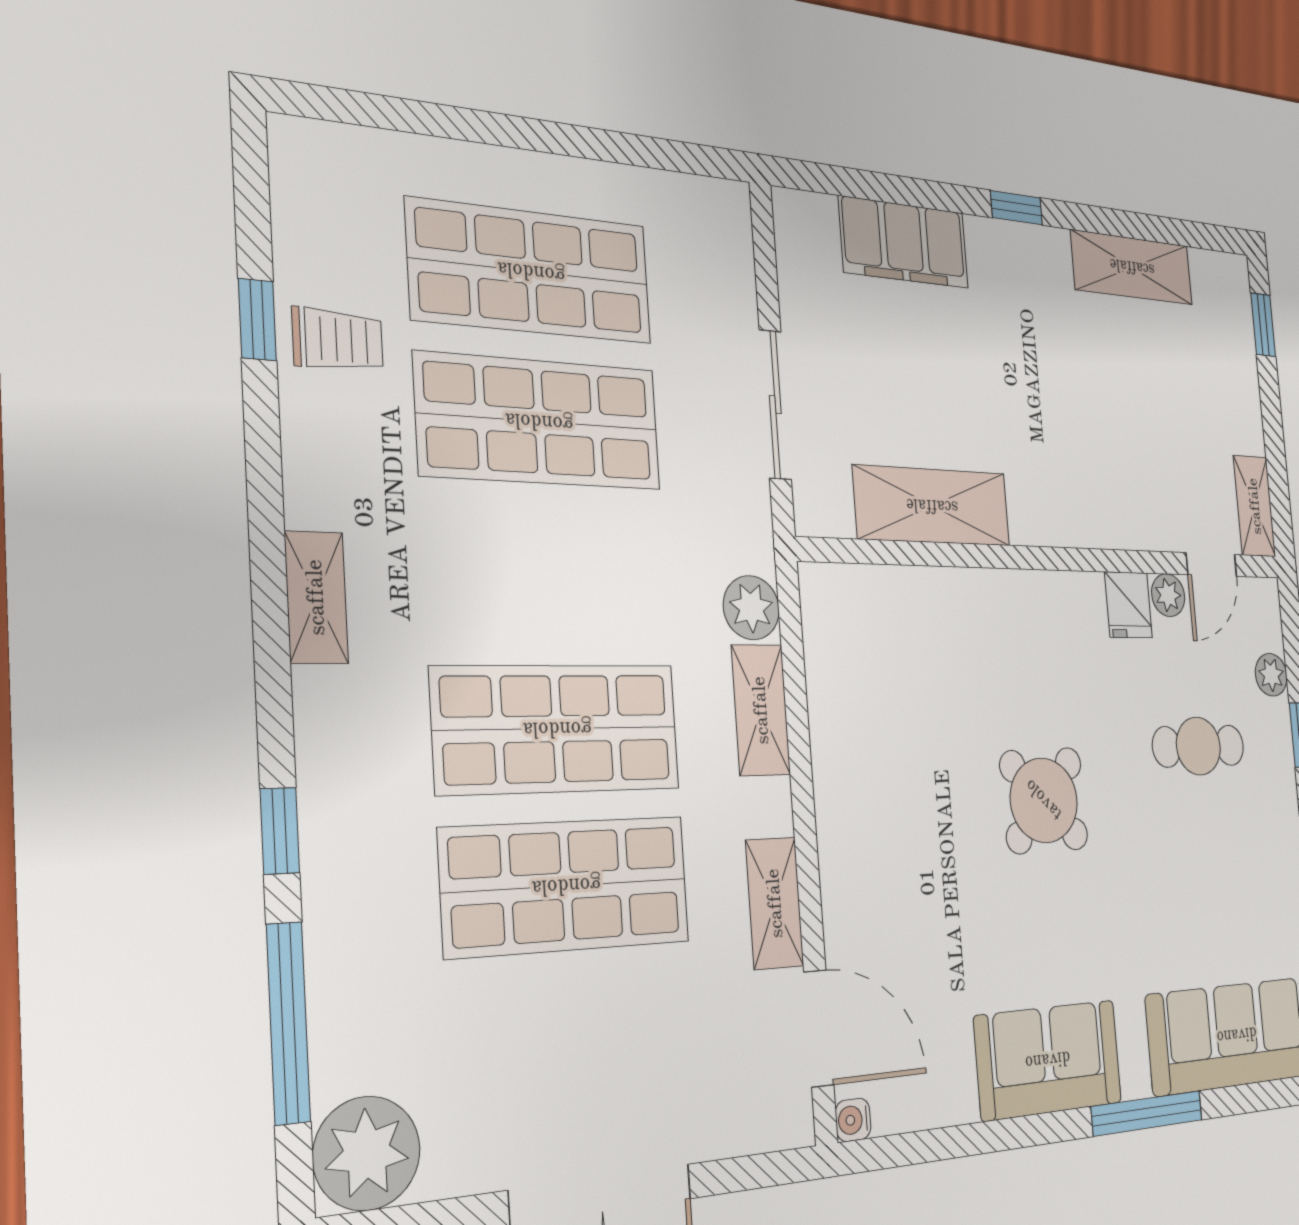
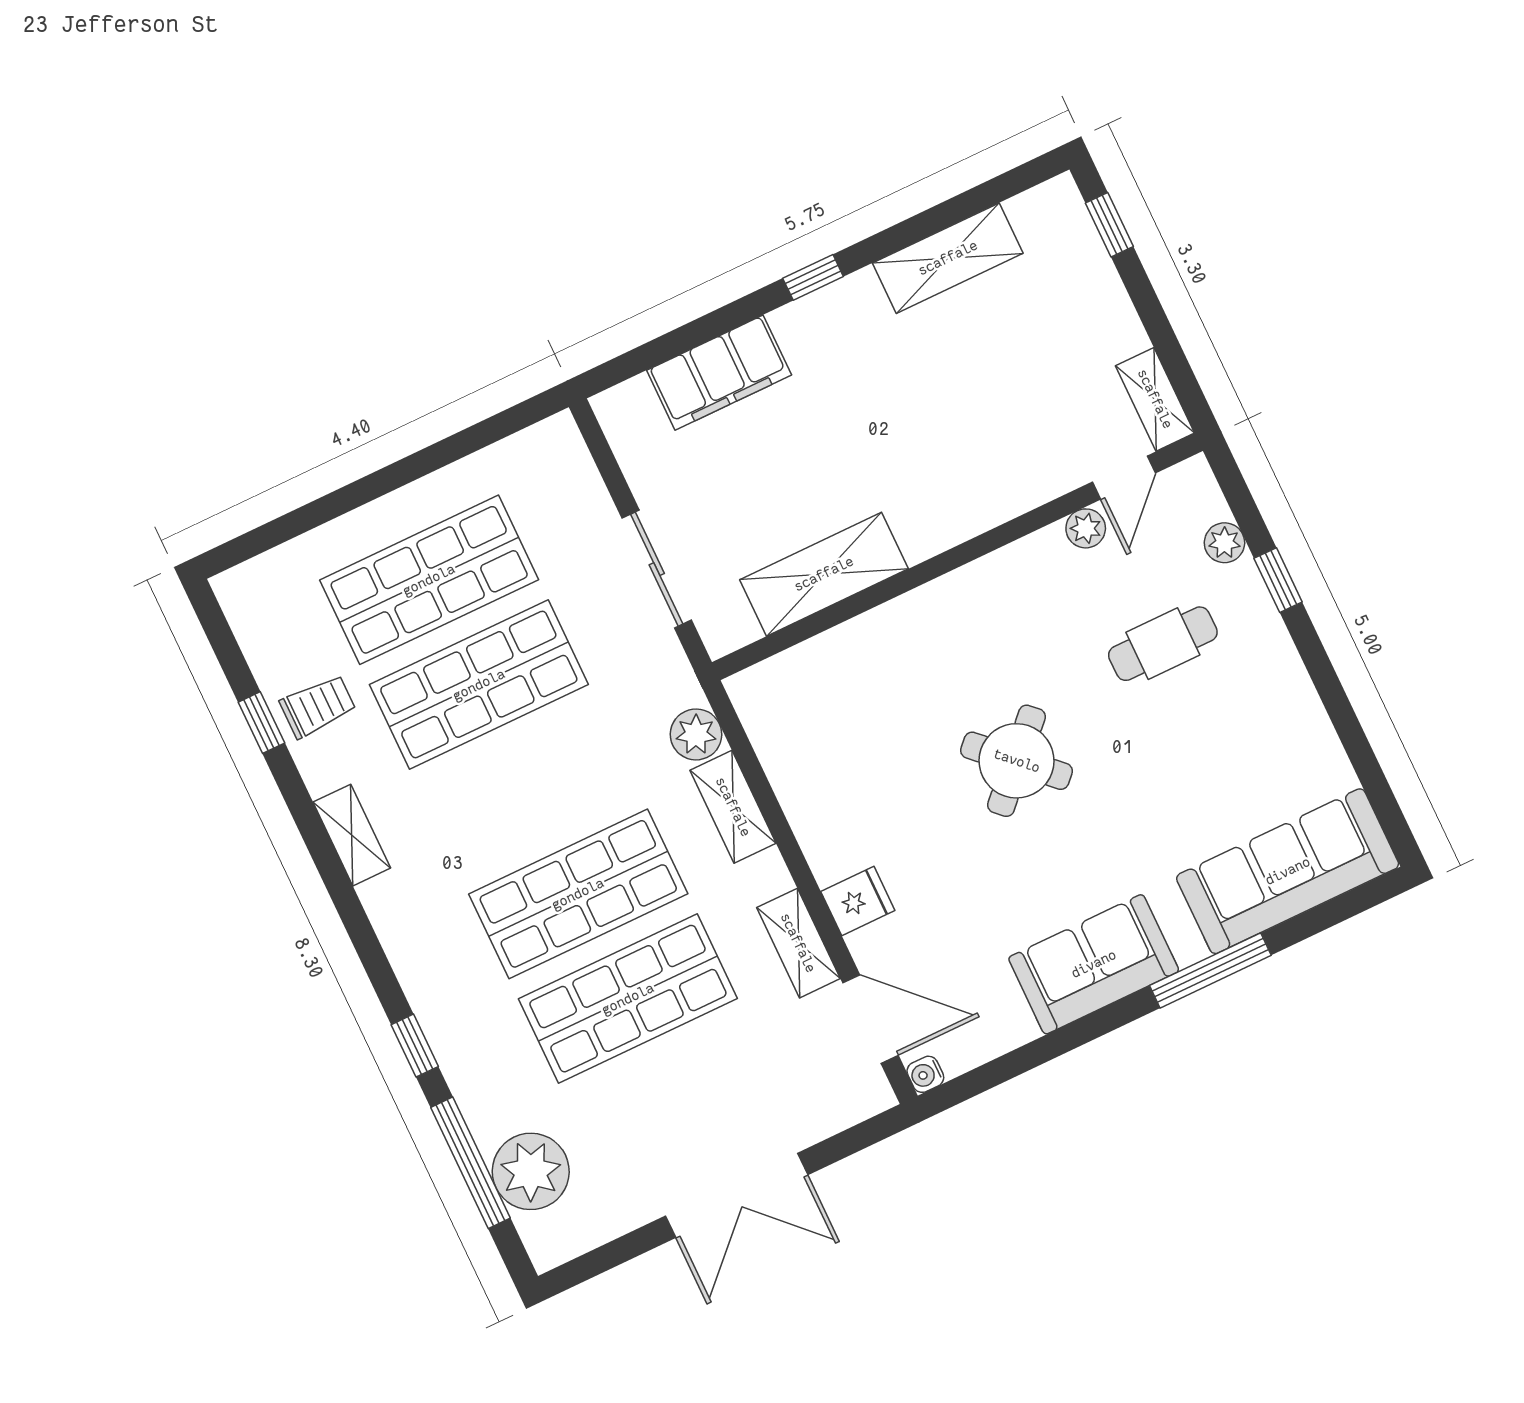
shelving: (316, 597) -> (352, 835), moved
fridge: (1128, 605) -> (858, 901), moved, turned -90
plant: (367, 1153) -> (531, 1171), moved

